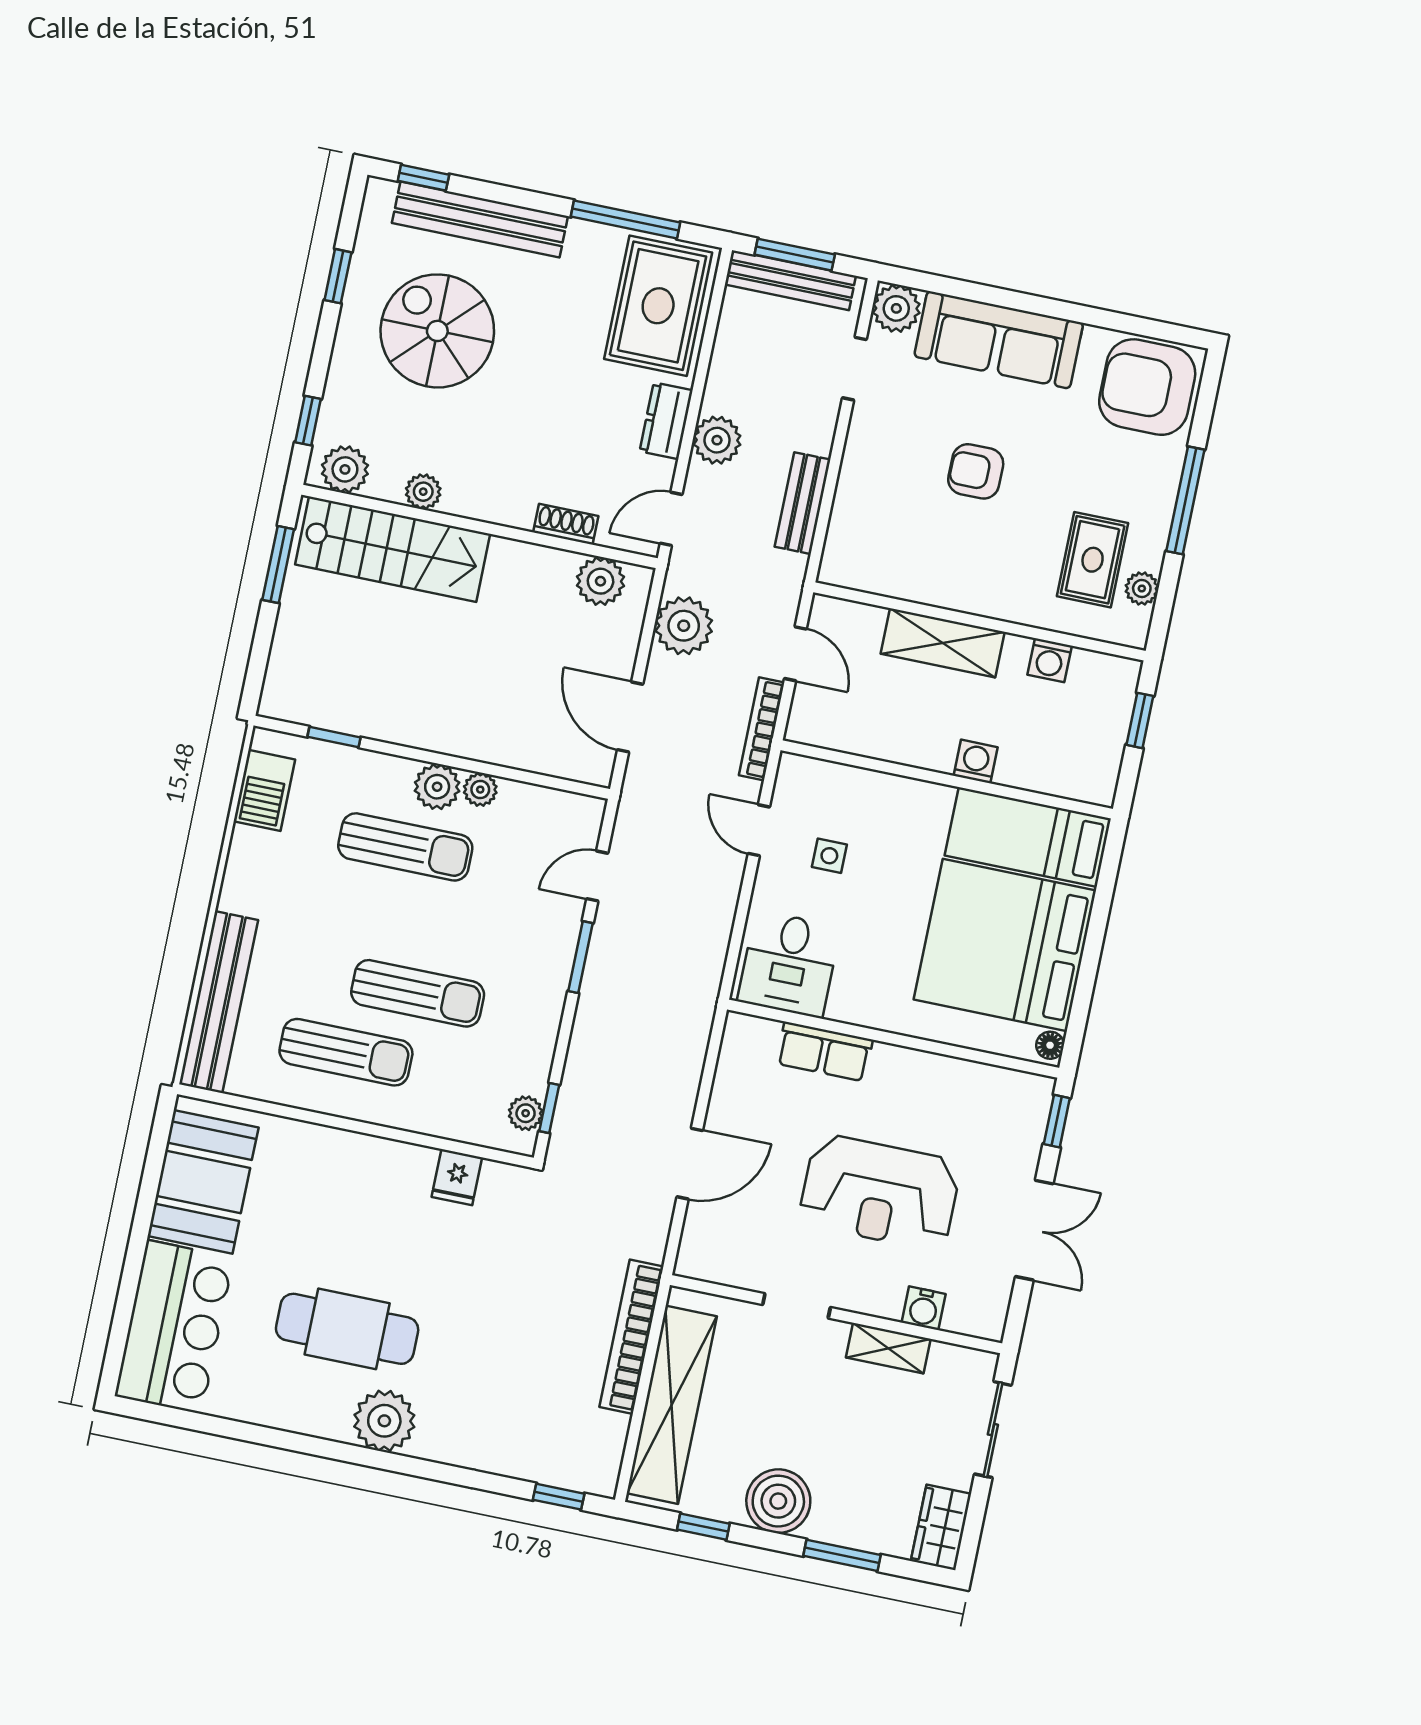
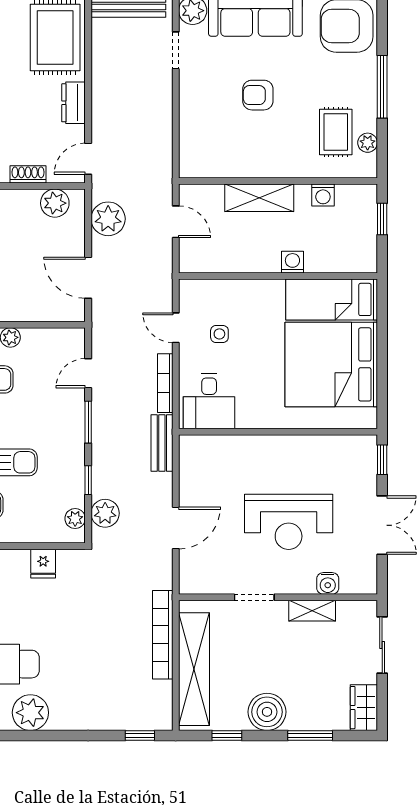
plant: (717, 440) -> (105, 513), moved
bench: (803, 503) -> (162, 443), moved
bookcase: (762, 729) -> (165, 383), moved
floor lamp: (1050, 1045) -> (369, 417), removed
row of seats: (824, 1052) -> (240, 447), removed
window: (549, 1108) -> (88, 480), moved

